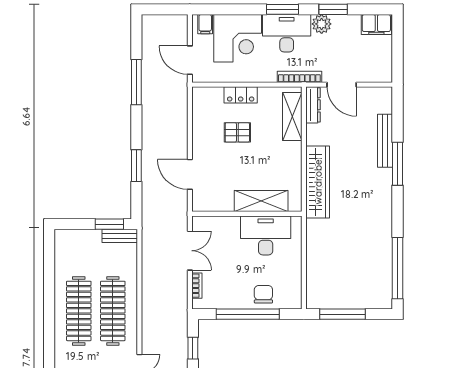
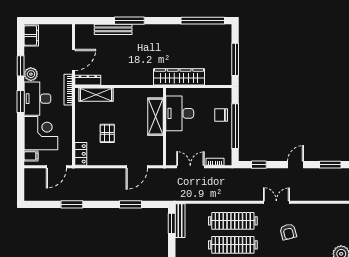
window: (136, 82) -> (72, 204), width x0.69
locker: (241, 95) -> (81, 154), moved
wardrobe: (318, 182) -> (179, 77), moved
bench: (120, 236) -> (180, 221), width x1.36

